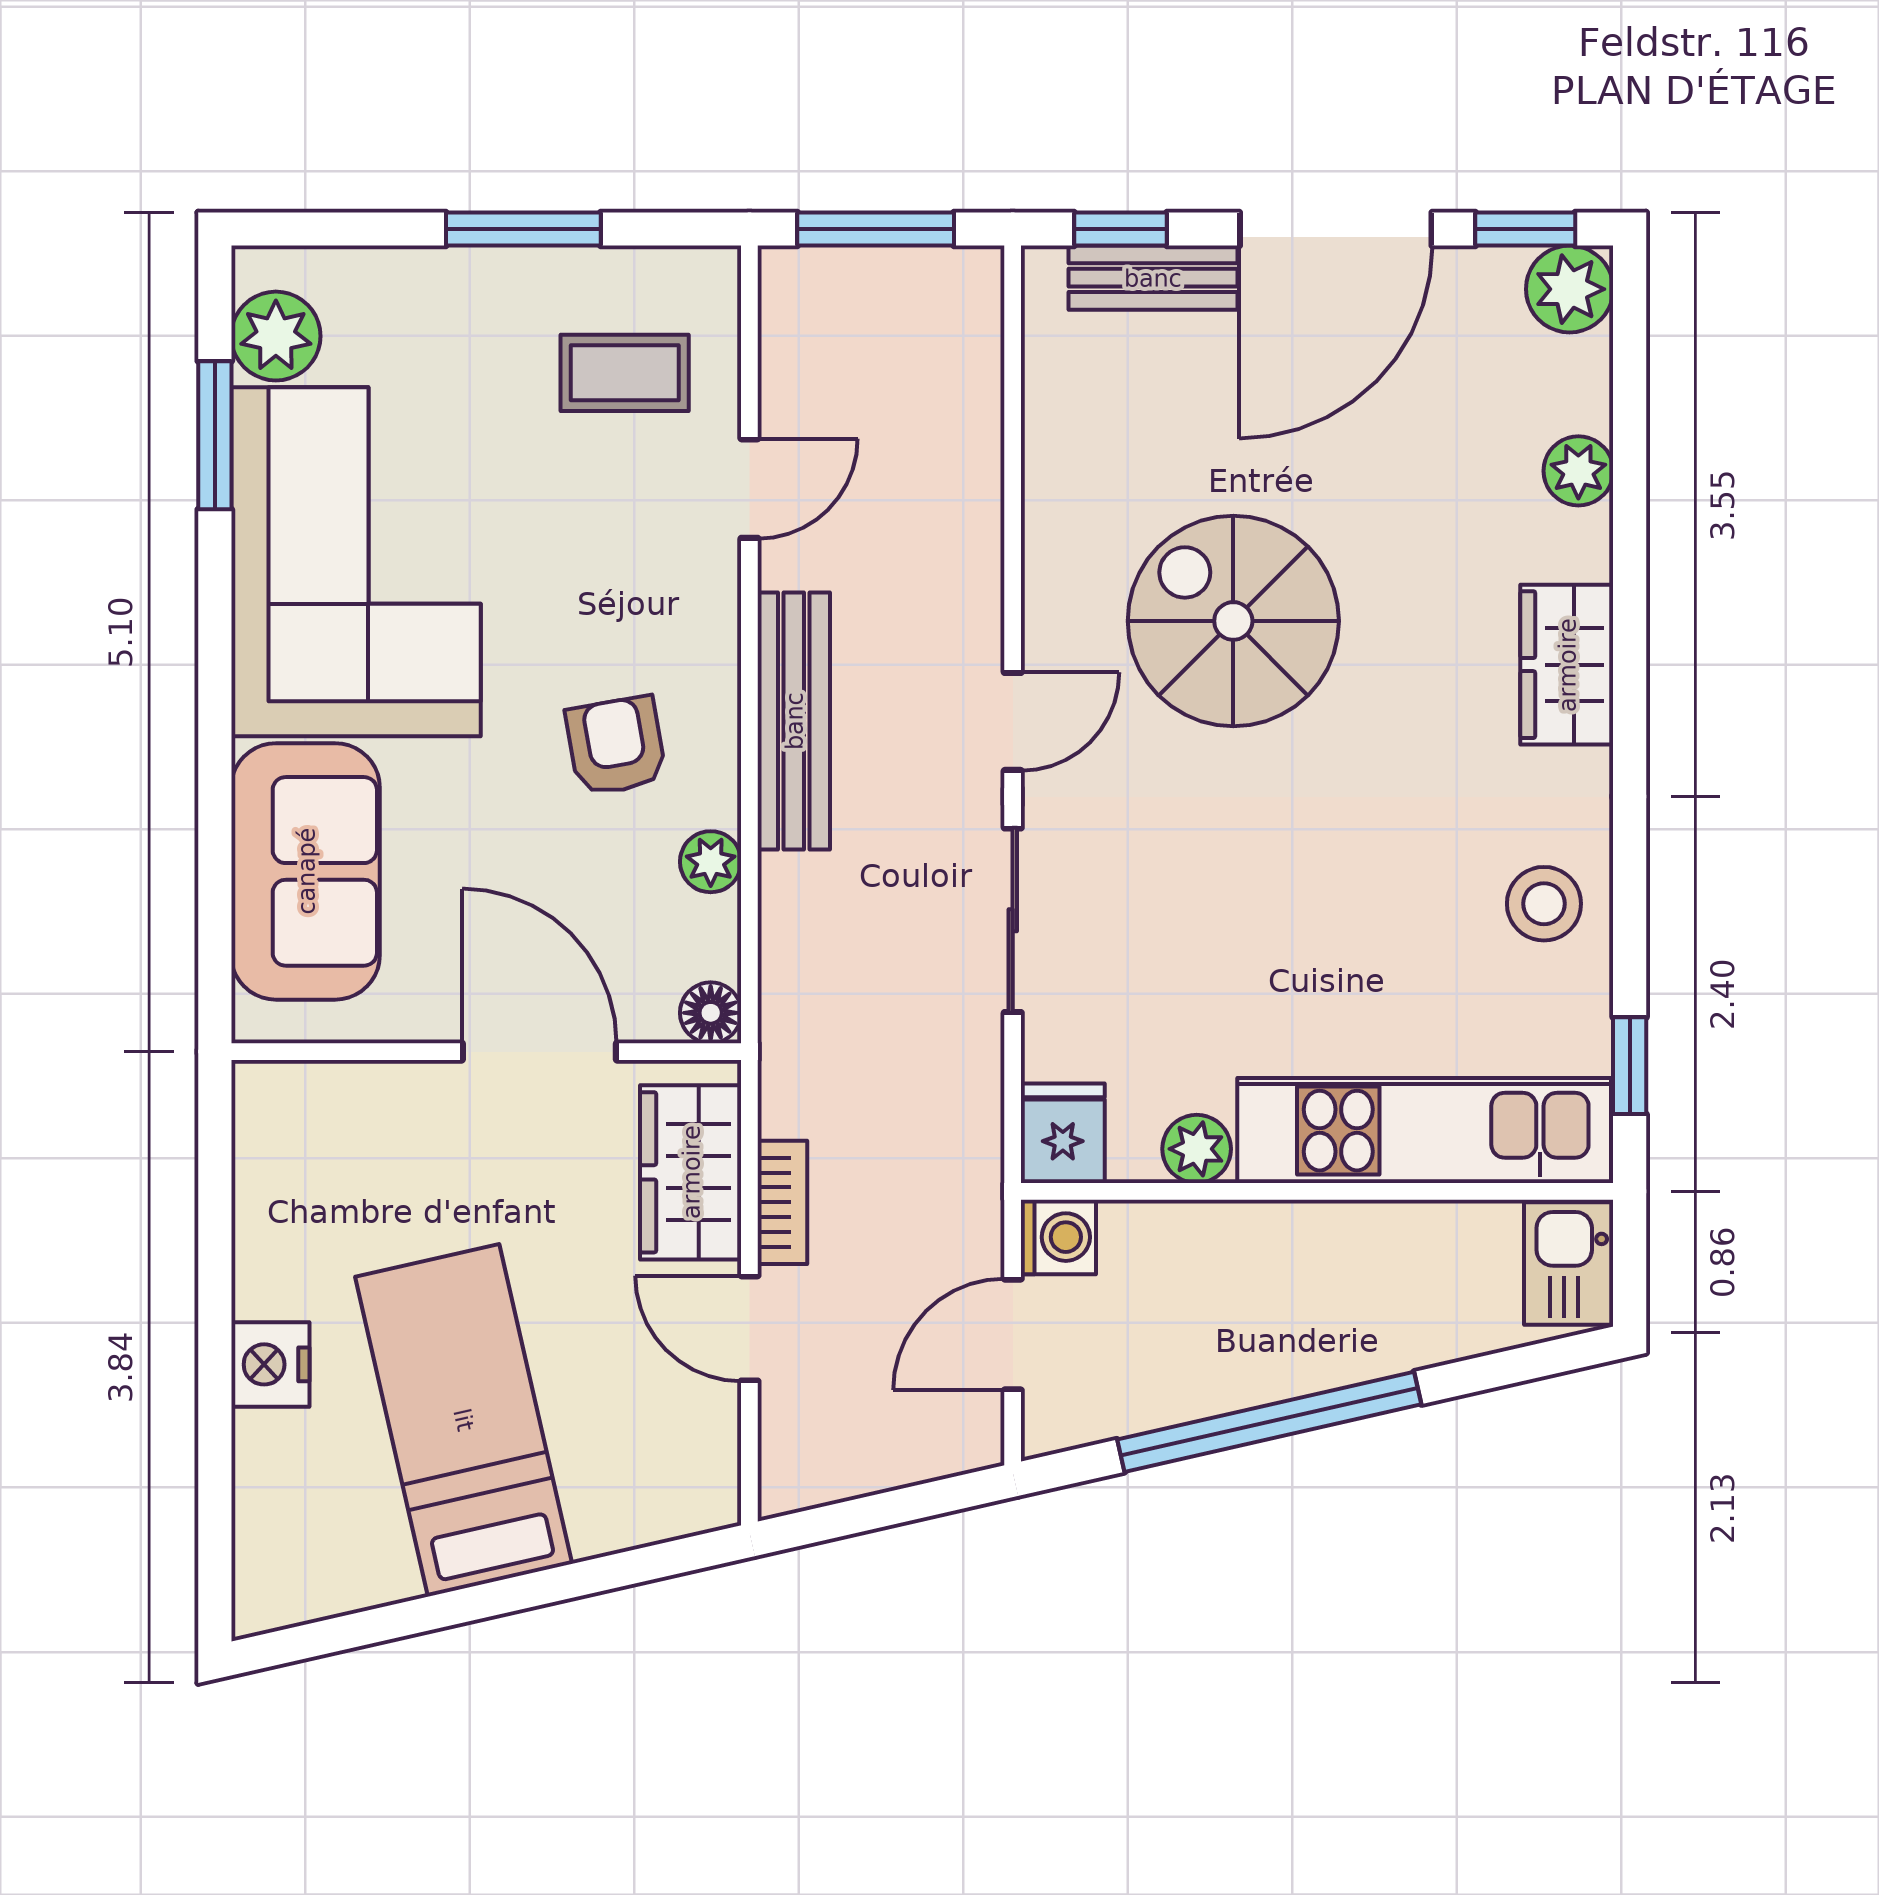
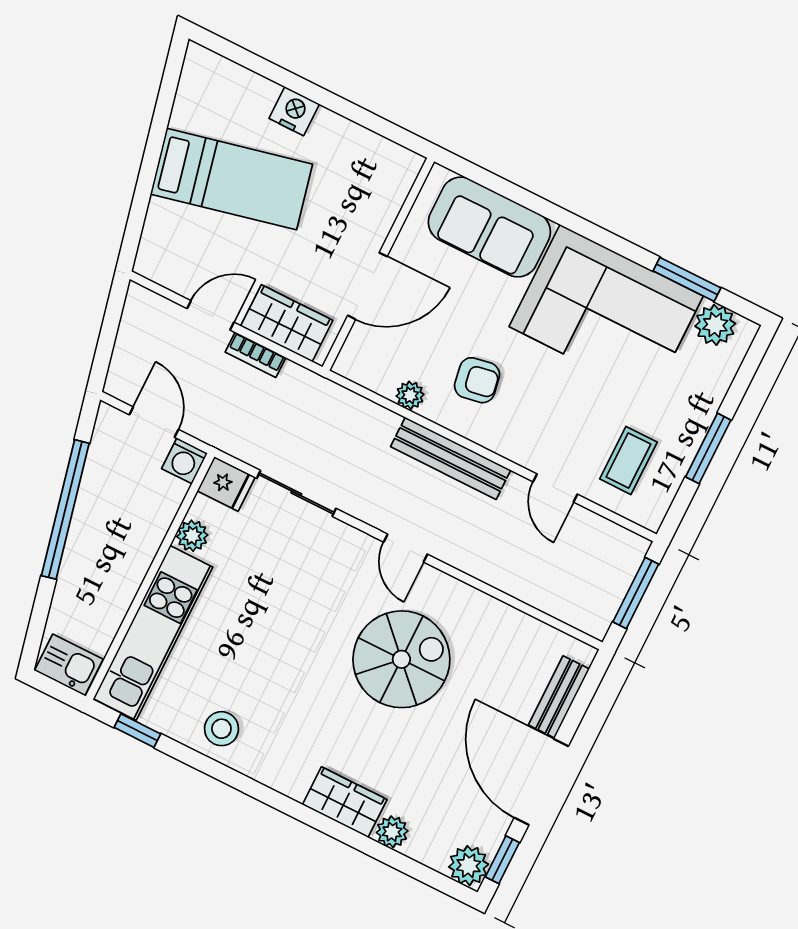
window: (1121, 229) -> (586, 694), removed
wardrobe: (1567, 665) -> (345, 802), moved
sliding door: (1013, 920) -> (296, 493), moved
floor lamp: (711, 1013) -> (348, 364), removed

